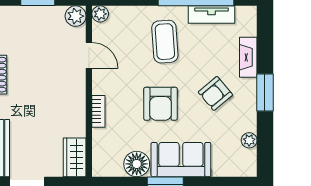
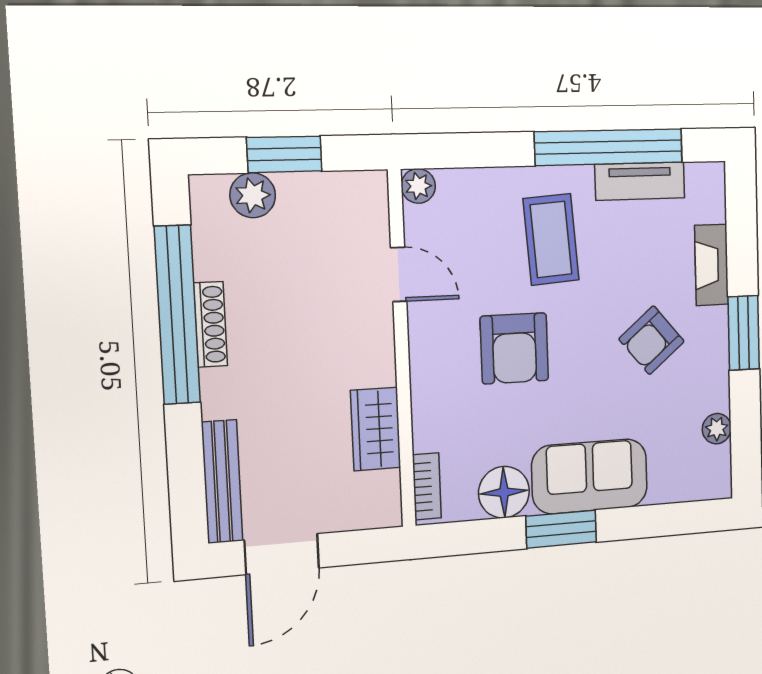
plant: (76, 16) -> (253, 195), moved
armchair: (161, 104) -> (514, 348), moved
bookcase: (98, 111) -> (427, 486), moved
wardrobe: (75, 157) -> (376, 429), moved

